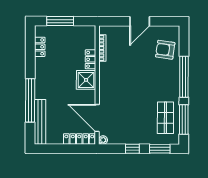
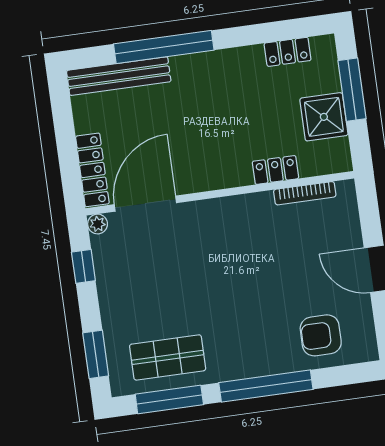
armchair: (165, 50) -> (321, 335), turned -98
shower: (86, 80) -> (324, 117), moved
window: (132, 149) -> (83, 266), moved

